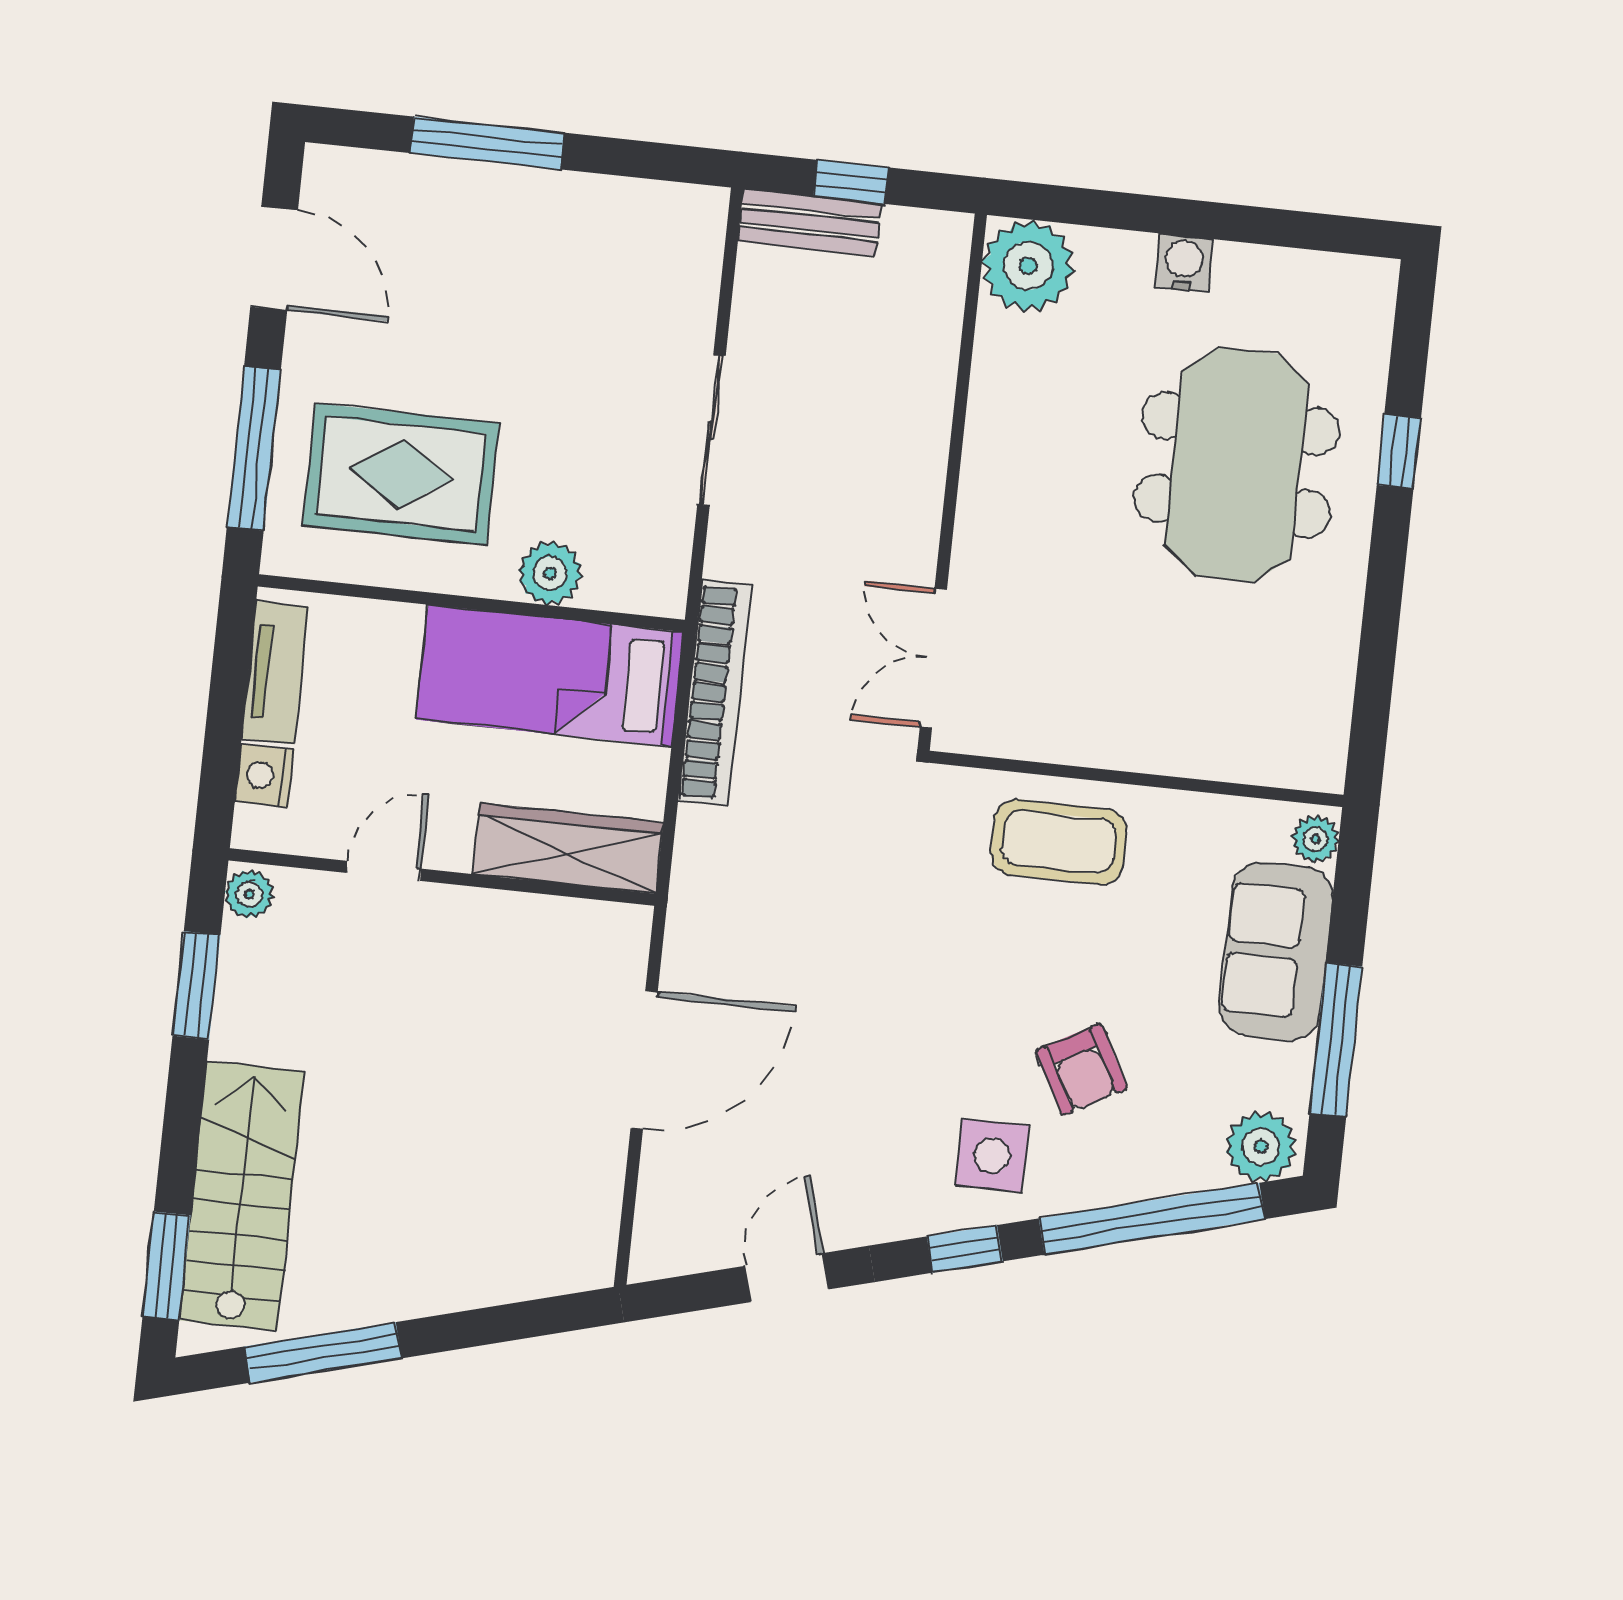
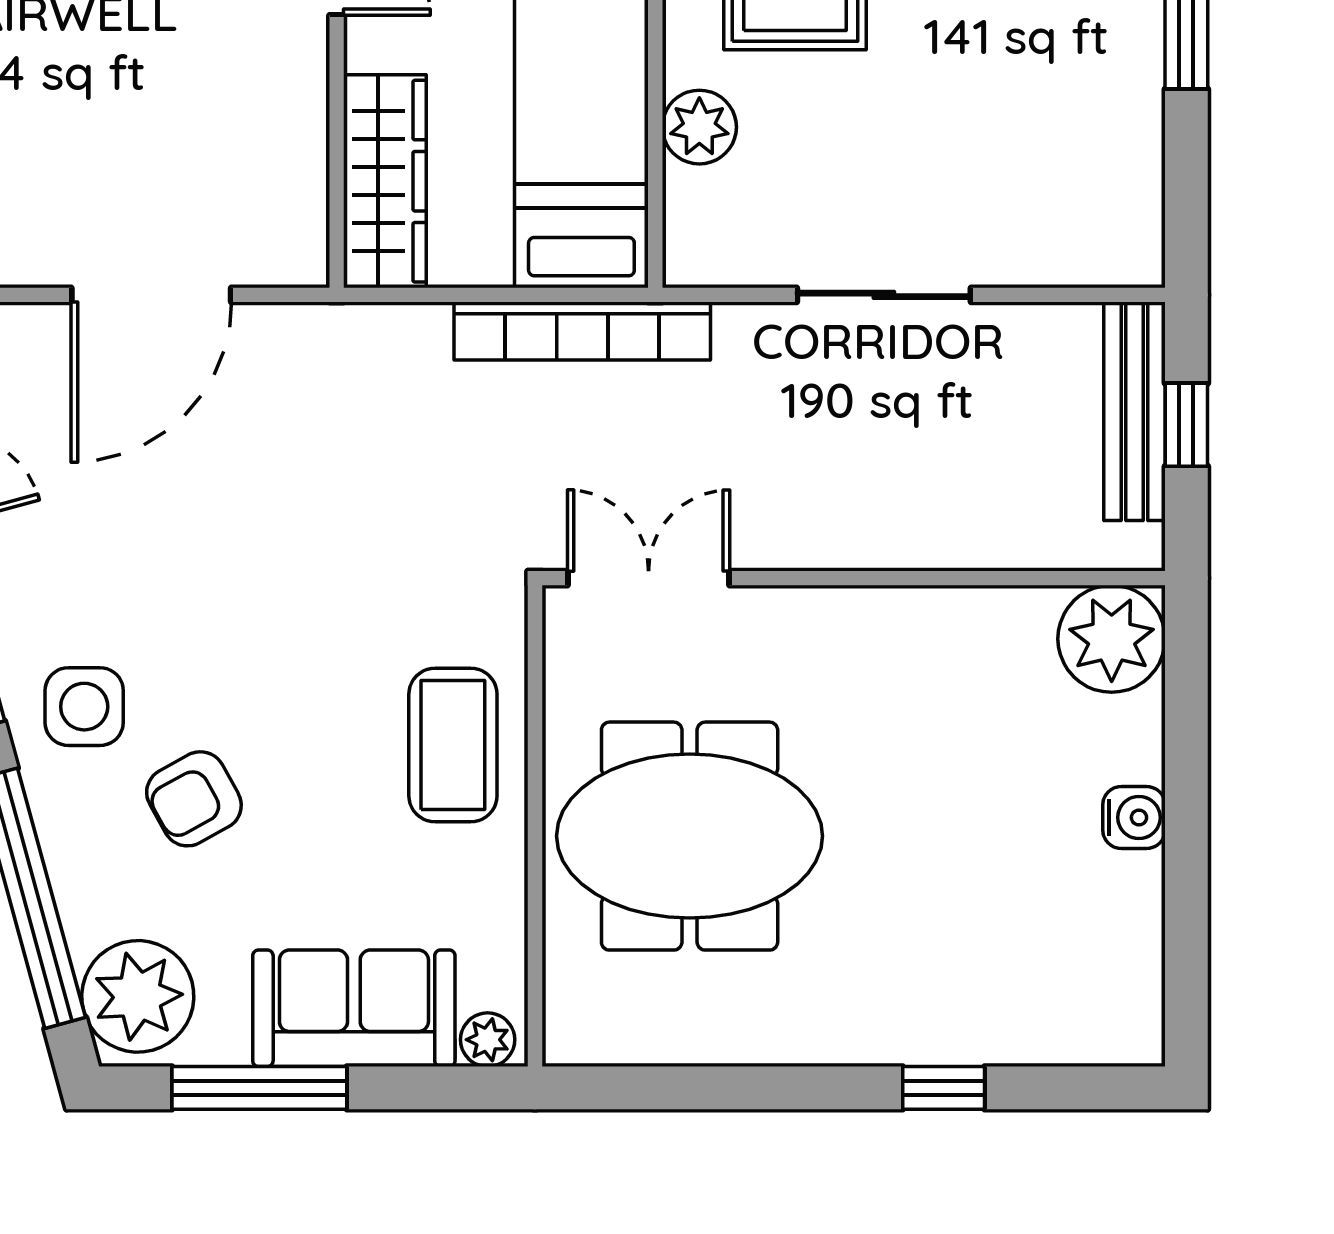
bench: (809, 223) -> (1135, 411), width x1.36
meeting table: (1236, 465) -> (690, 836), moved
door: (644, 1060) -> (151, 295), hinge flipped
plant: (1261, 1147) -> (138, 996), width x1.36, depth x1.36

